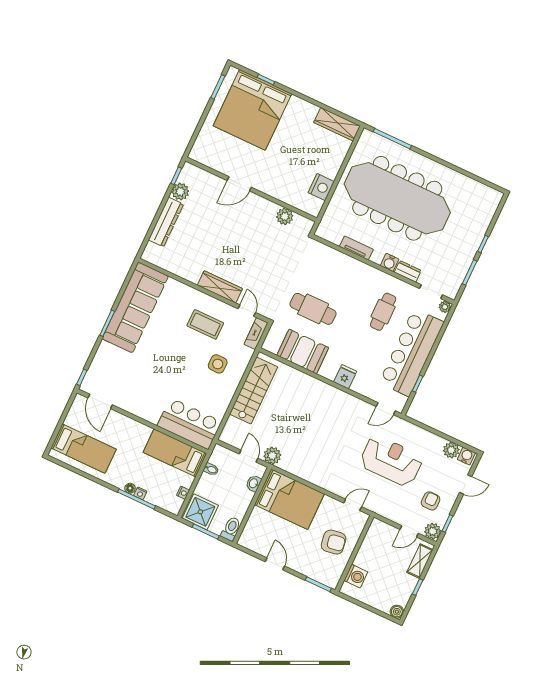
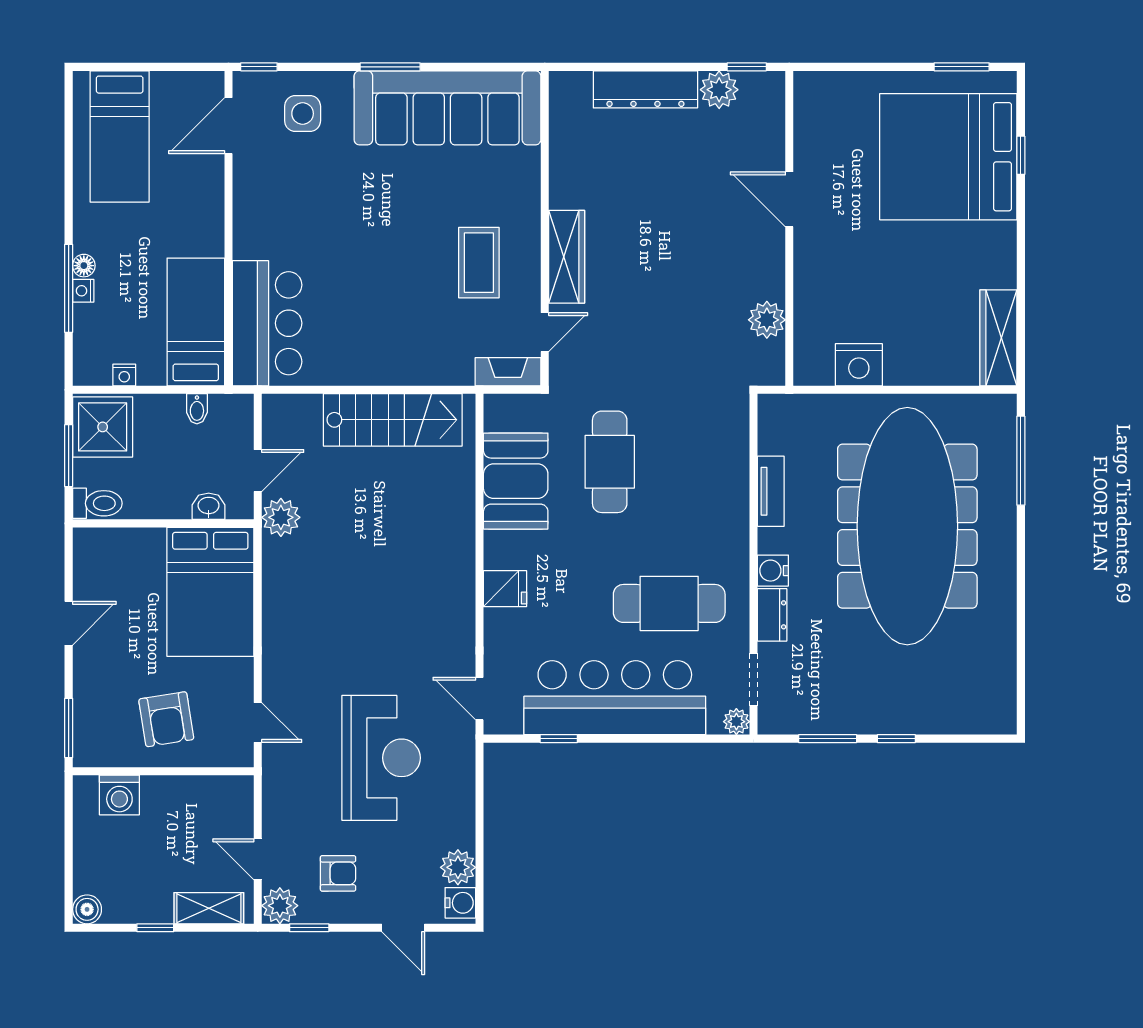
cafe table: (383, 312) -> (669, 603), width x1.37, depth x1.35
side table: (218, 364) -> (303, 114), moved

